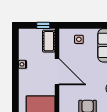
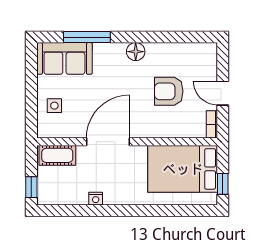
window: (43, 25) -> (31, 187), moved

